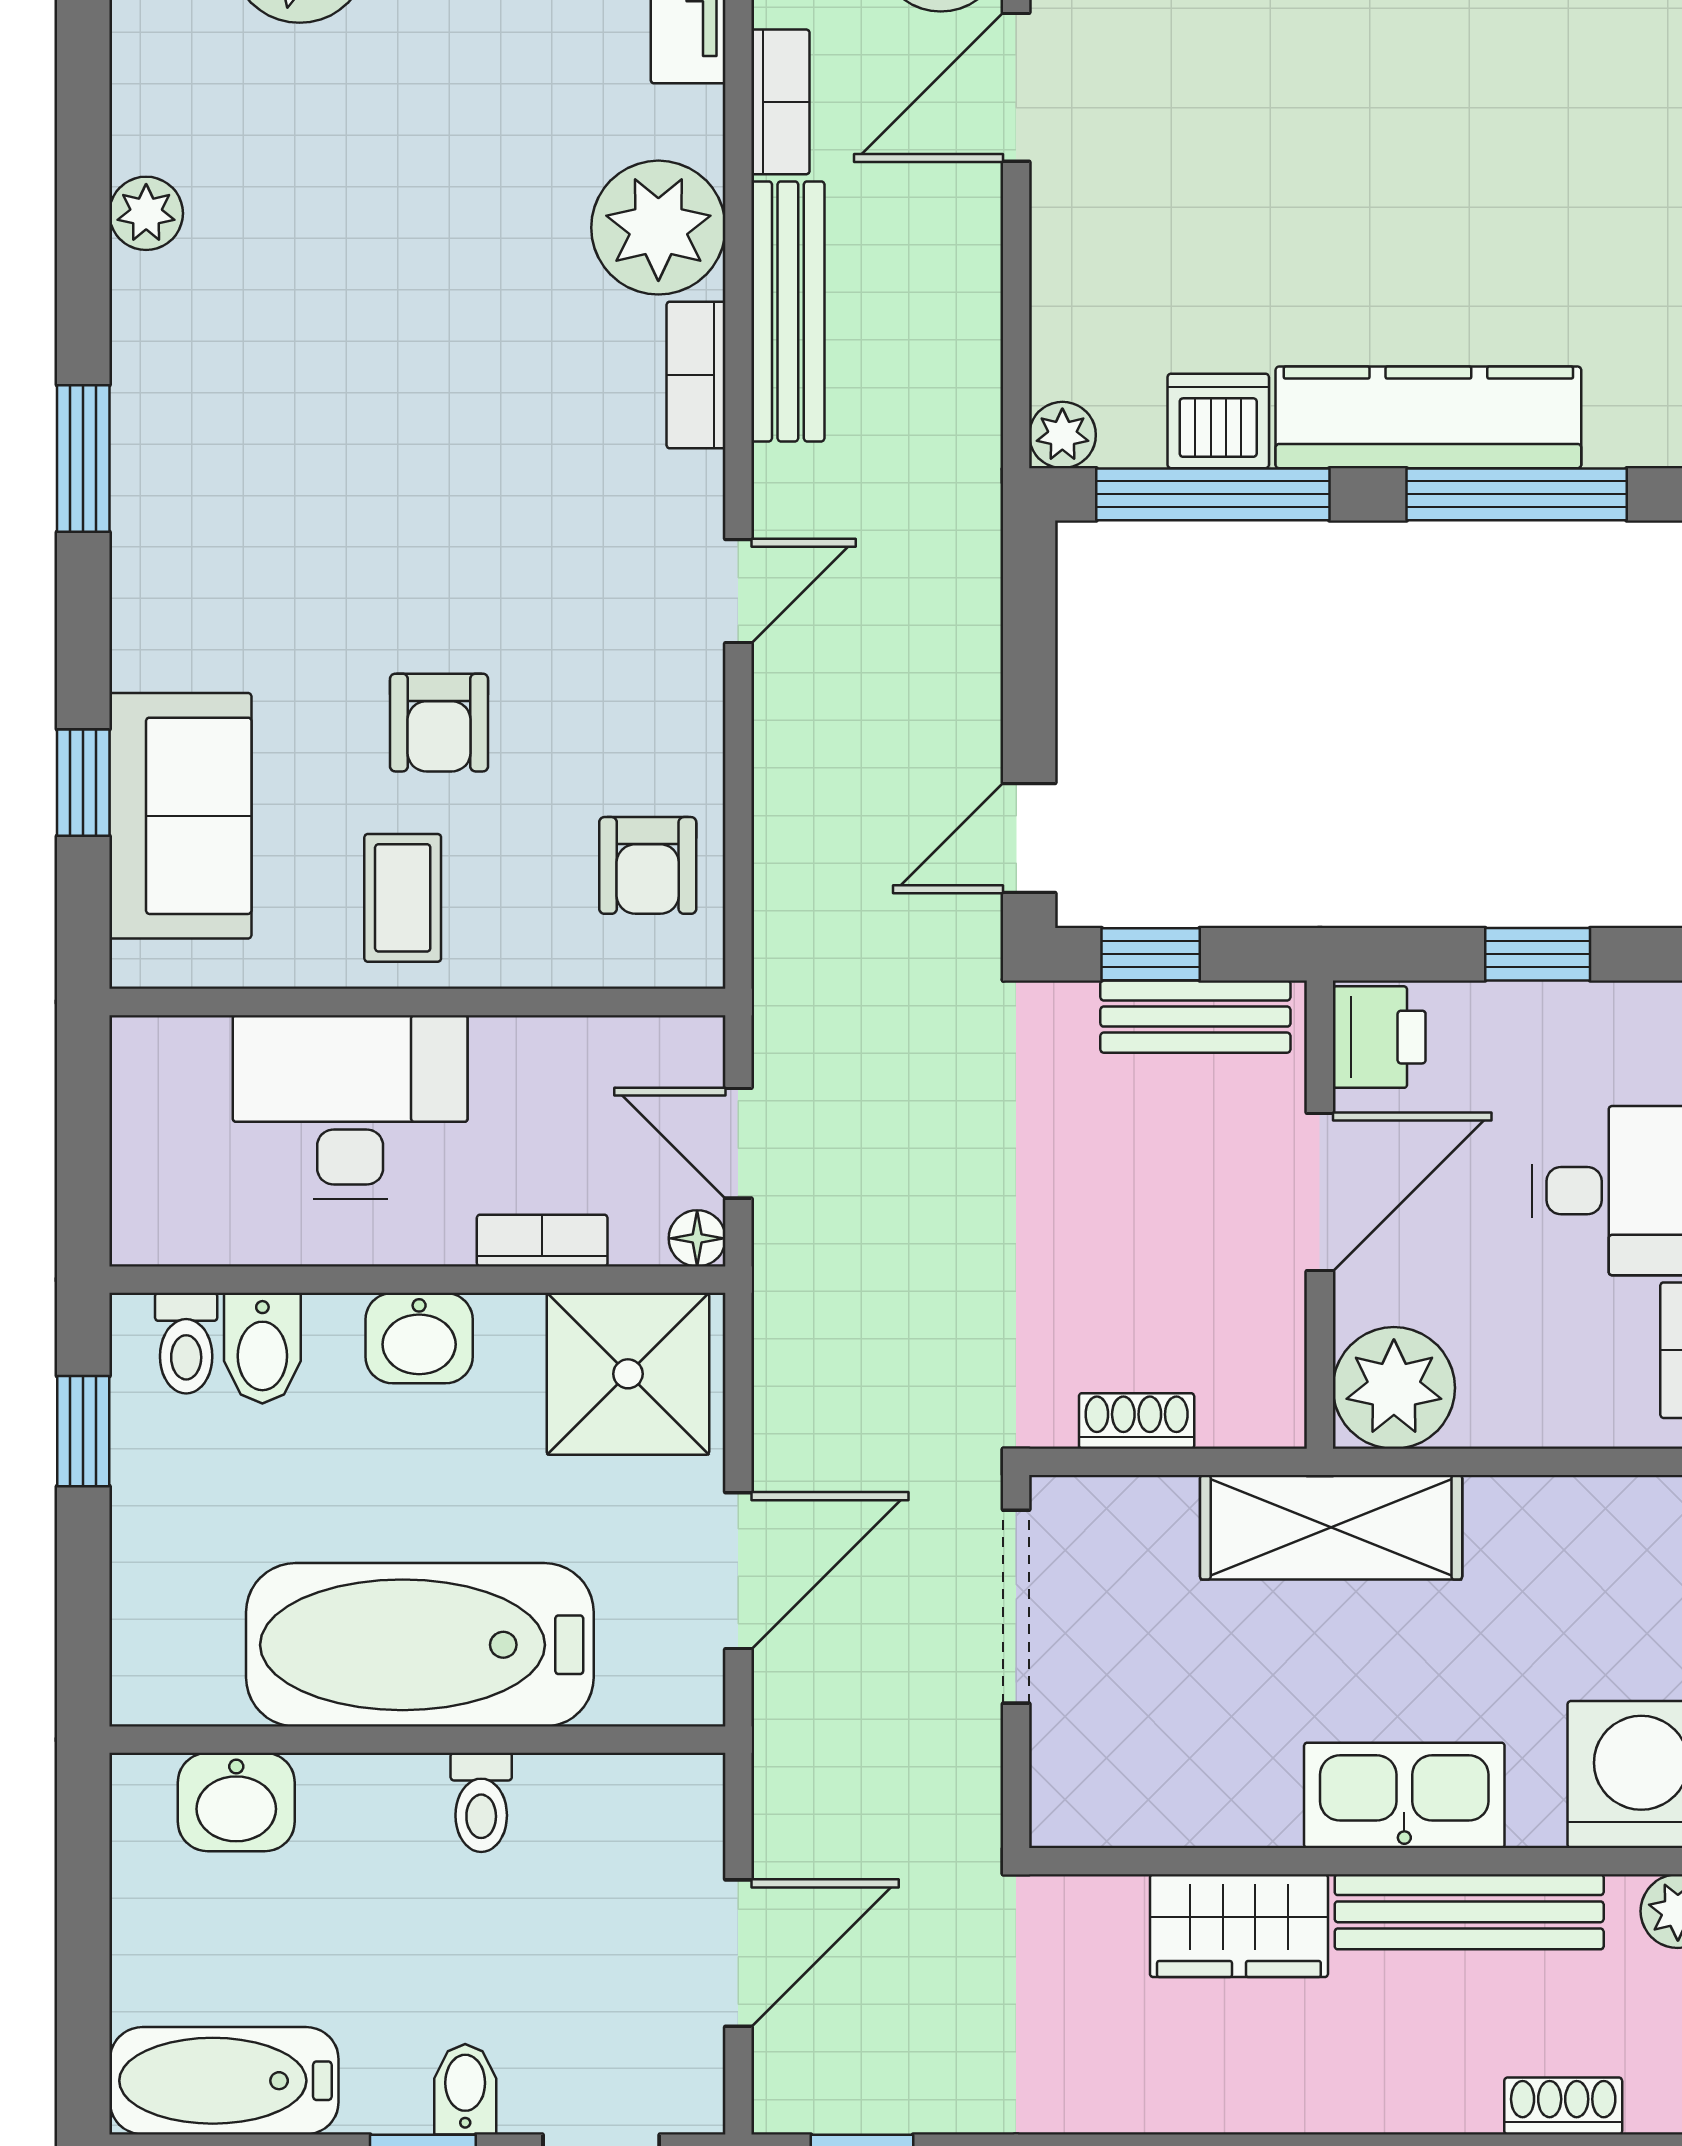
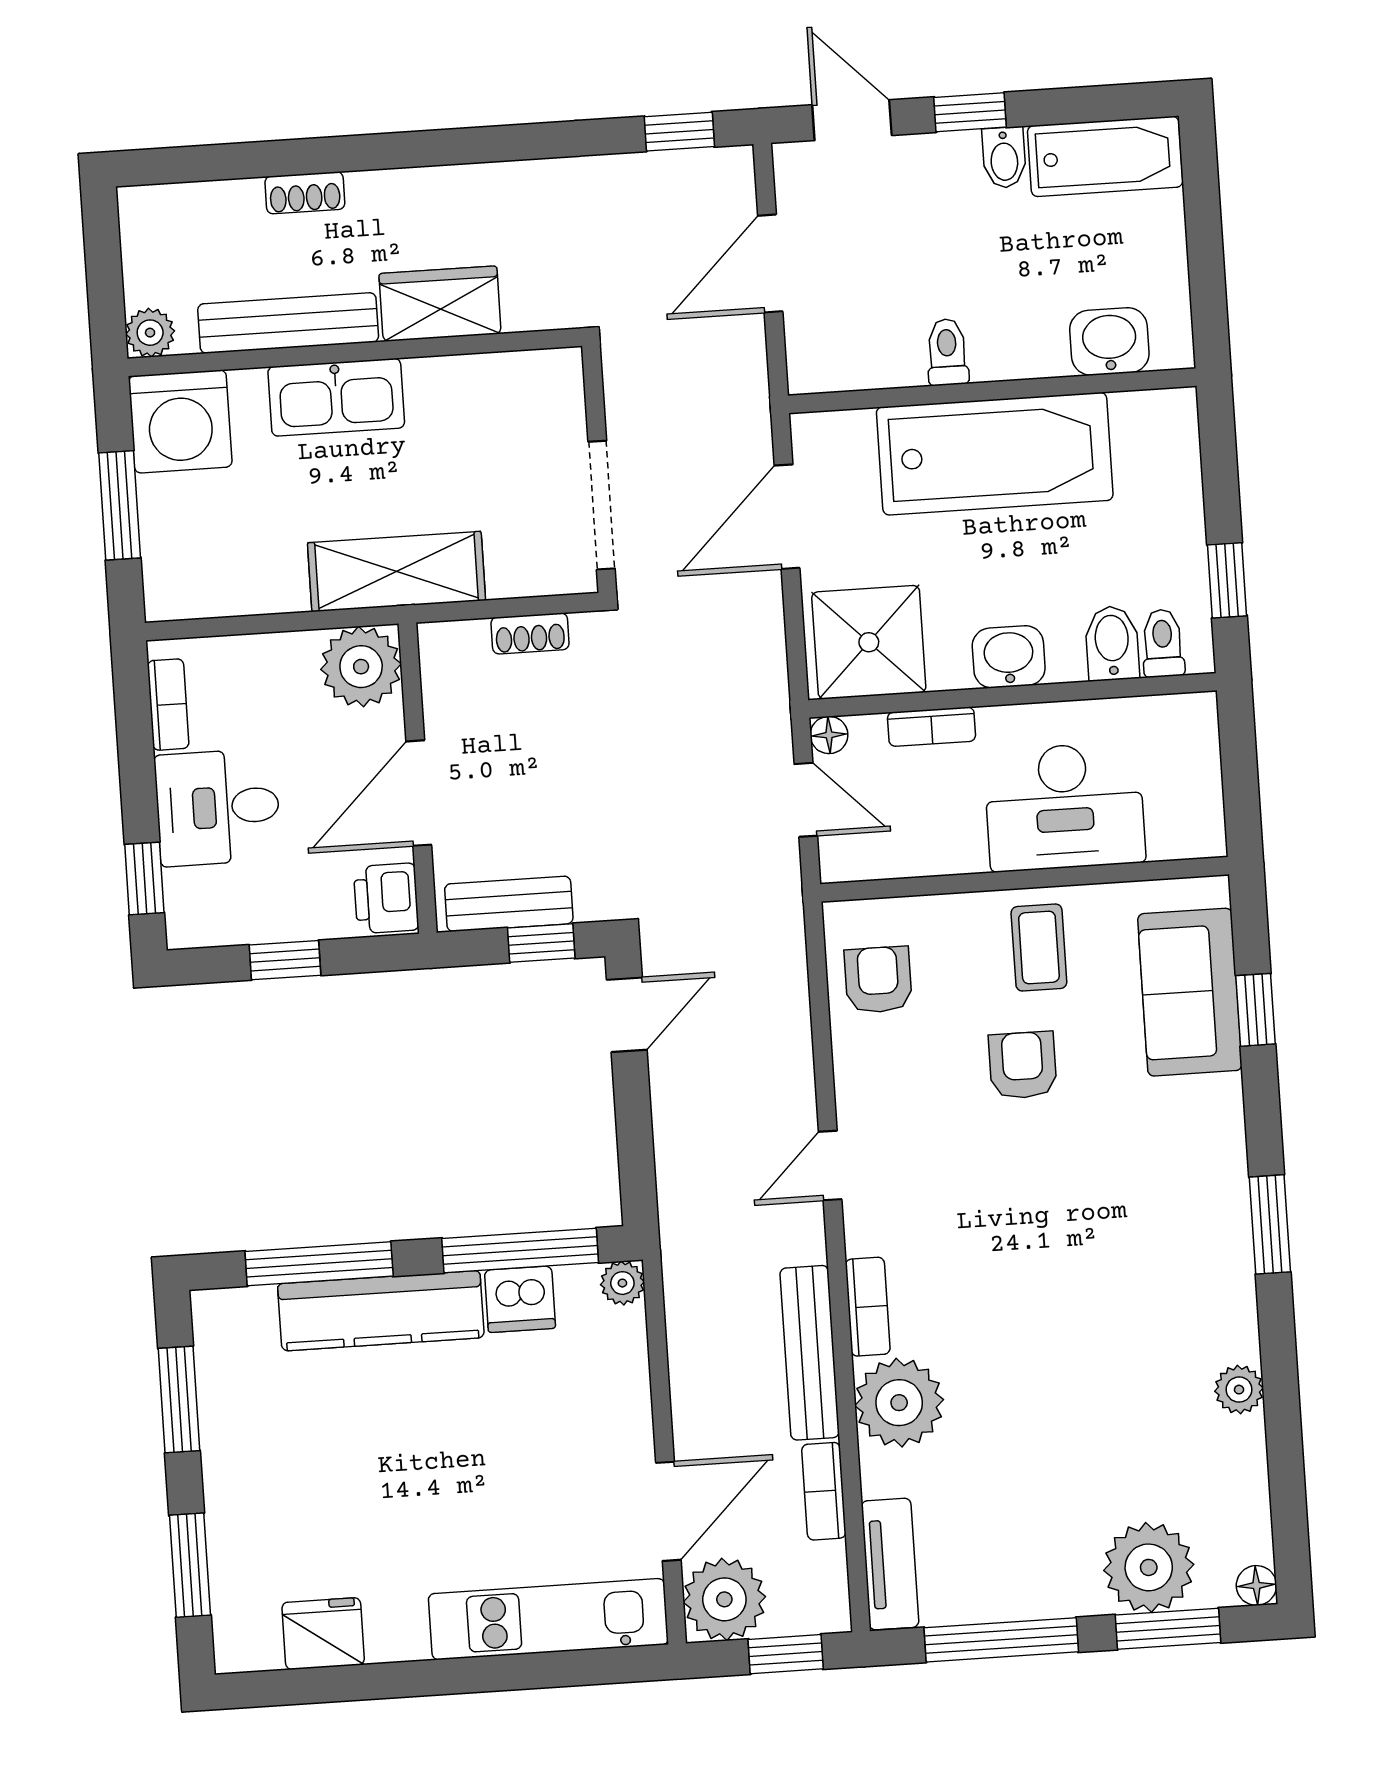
bidet: (465, 2089) -> (1004, 158), moved
shoe rack: (1563, 2106) -> (305, 193), moved

